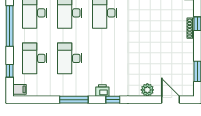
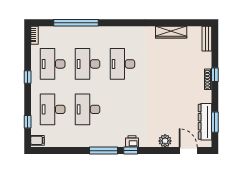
window: (10, 26) -> (28, 77), width x0.32
dresser: (187, 71) -> (205, 122), added
printer: (102, 90) -> (132, 141), moved
window: (74, 100) -> (103, 151), moved

